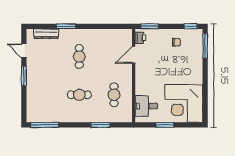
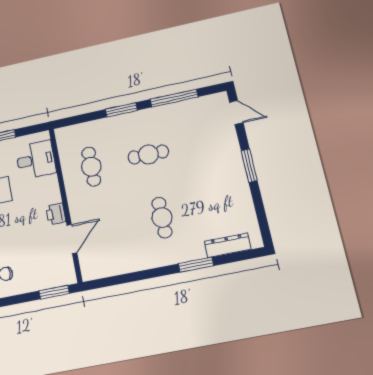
printer: (140, 38) -> (56, 214), moved
door: (24, 51) -> (236, 112), moved
window: (45, 125) -> (174, 98), moved
window: (100, 125) -> (121, 110), moved

